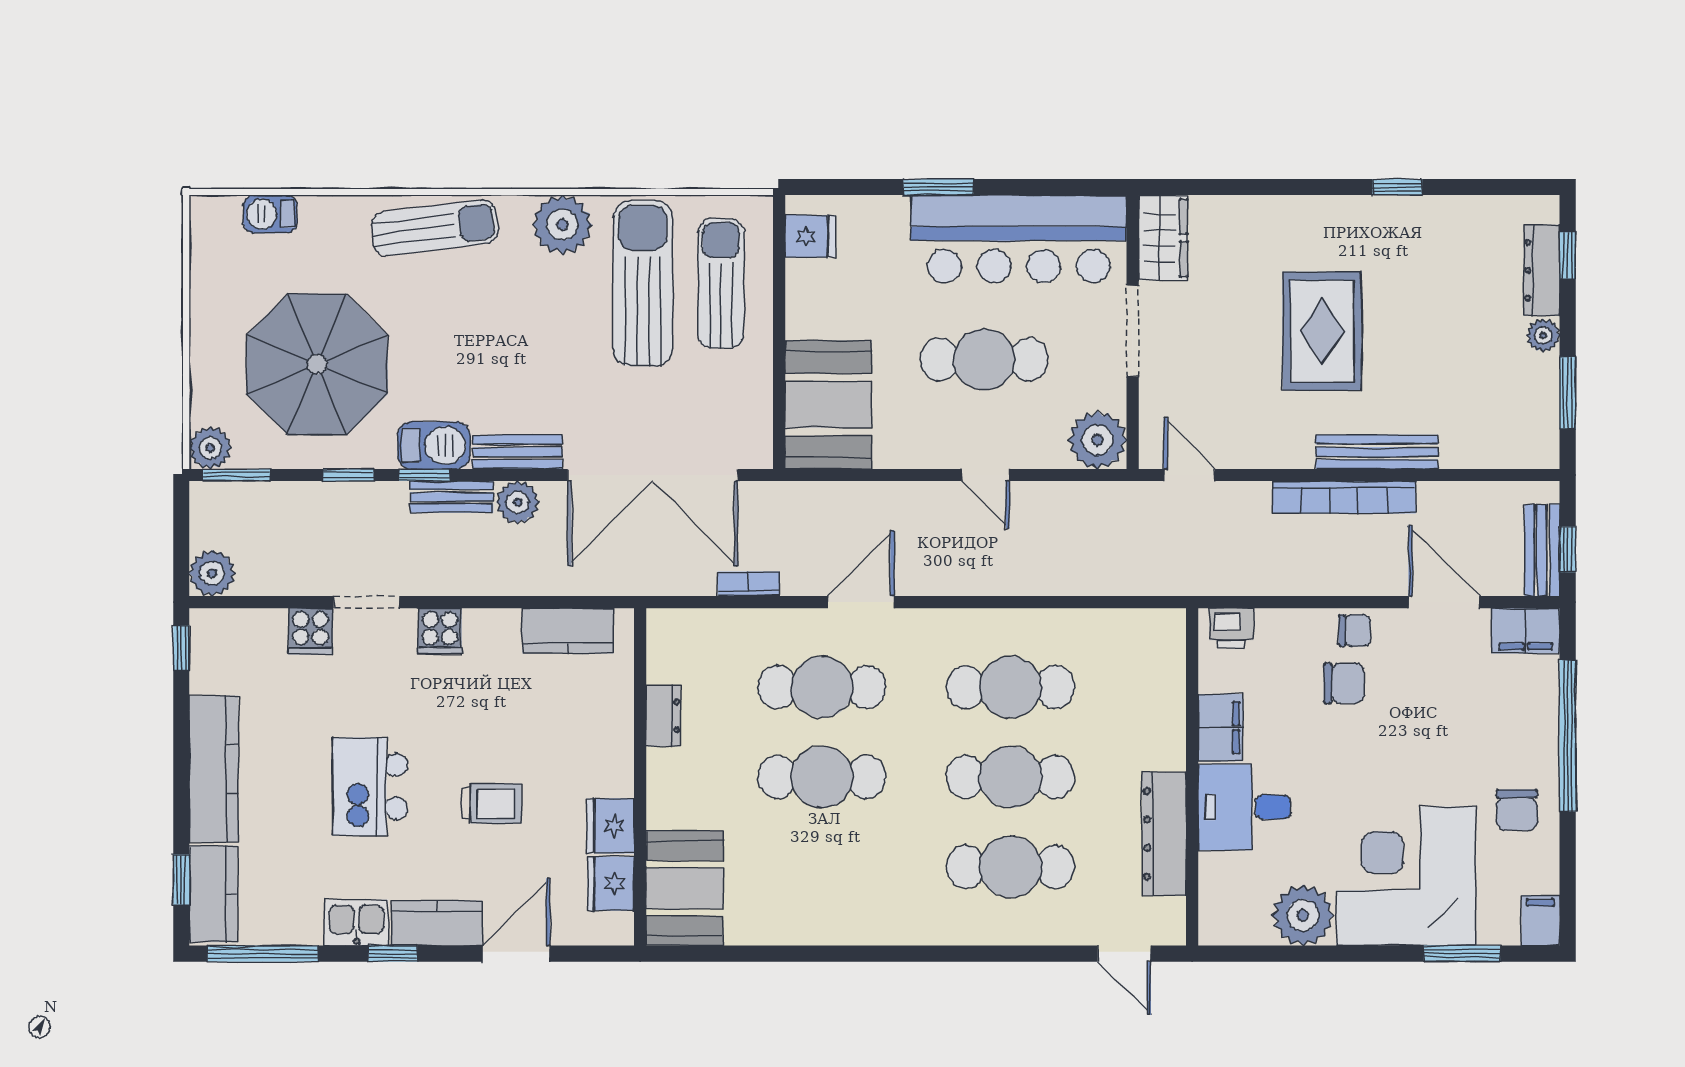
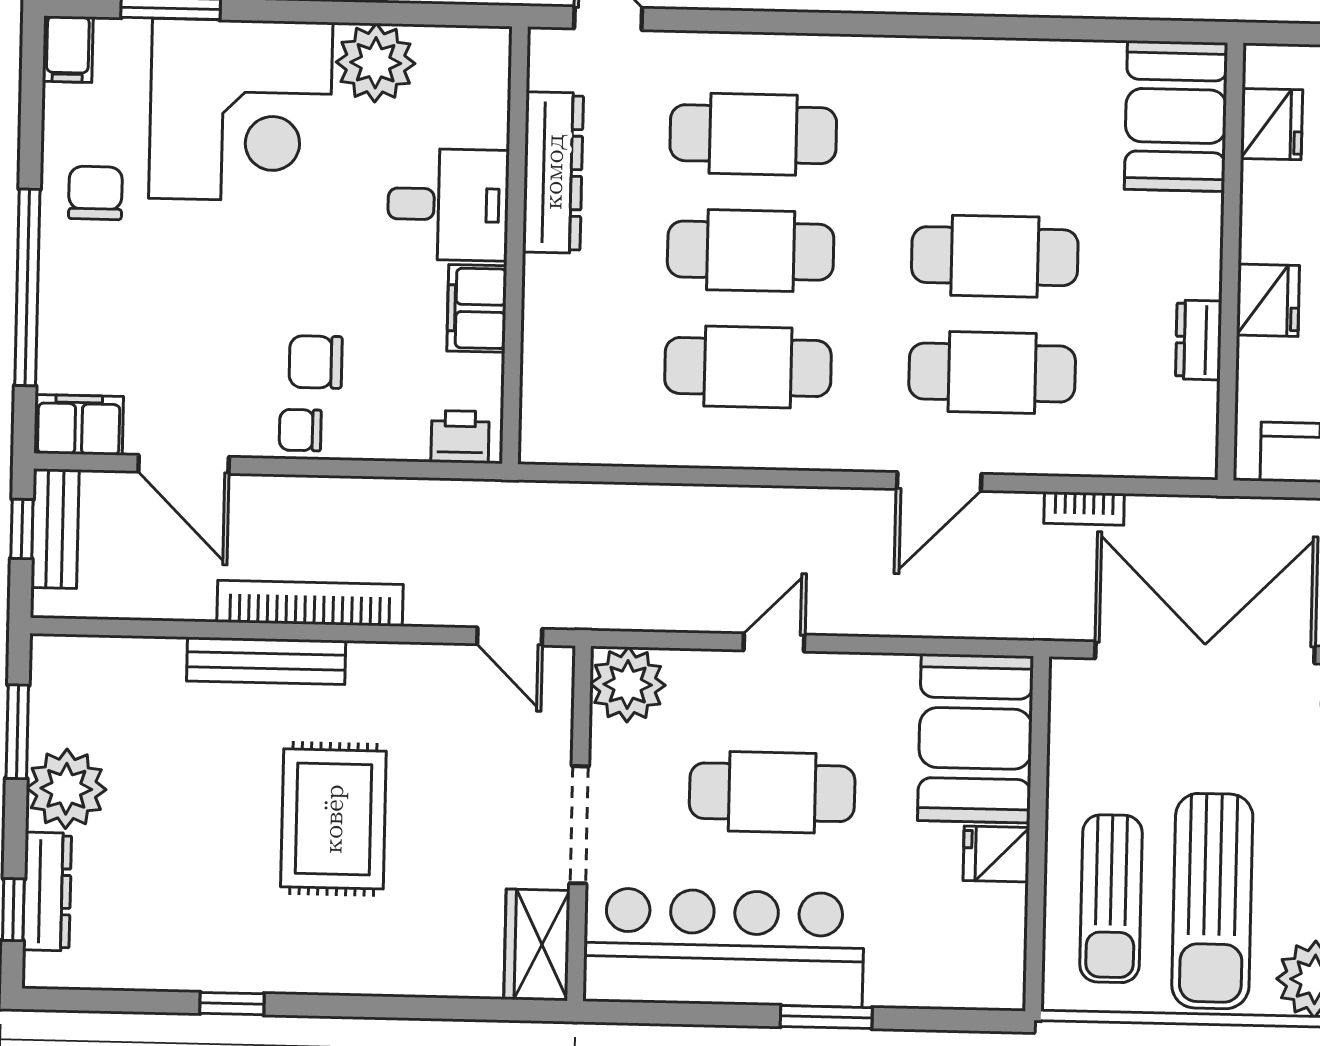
fridge: (810, 236) -> (996, 854), moved
plant: (1543, 335) -> (66, 789), width x1.88, depth x1.88
door: (985, 475) -> (774, 643), hinge flipped
fridge: (610, 826) -> (1268, 300), moved

